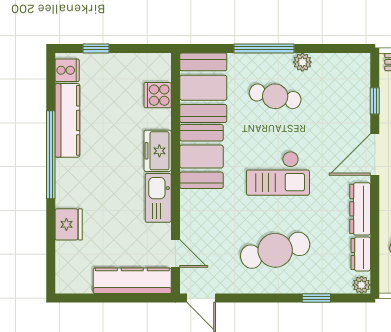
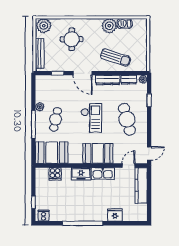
kitchen counter: (67, 120) -> (67, 216), removed
booth: (201, 157) -> (98, 153), moved

